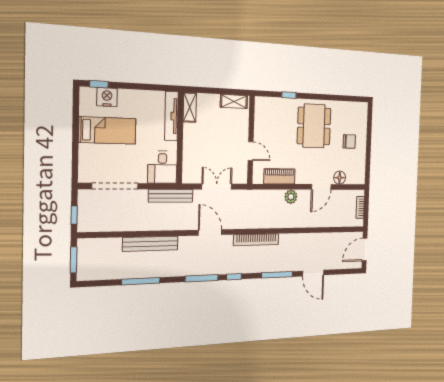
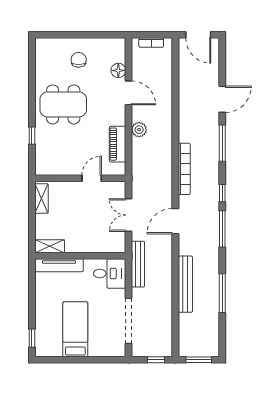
nightstand: (107, 97) -> (44, 330), removed

